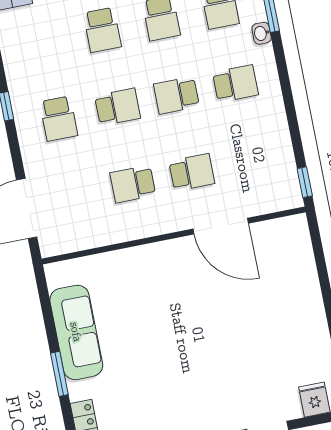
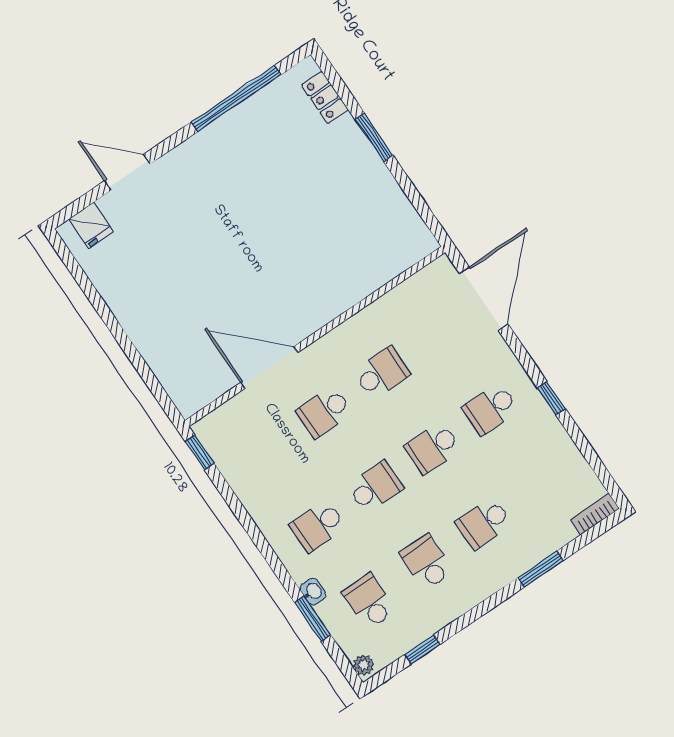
school desk: (102, 30) -> (484, 523), turned -90
school desk: (59, 119) -> (490, 409), turned -90
sofa: (76, 332) -> (375, 189), removed

